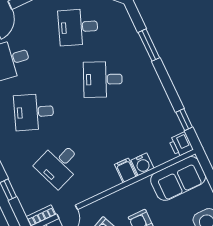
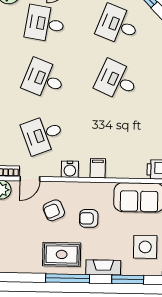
water cooler: (142, 164) -> (70, 169), moved

